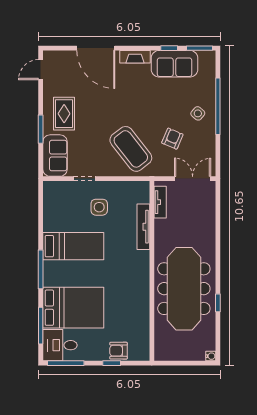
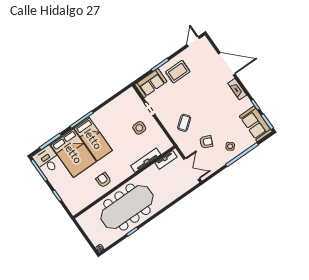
door: (96, 48) -> (227, 64), swing flipped
sofa: (175, 64) -> (256, 124), moved
door: (41, 70) -> (193, 42), hinge flipped
coffee table: (131, 149) -> (184, 123), width x0.54, depth x0.58
bed: (73, 246) -> (93, 139), moved
armchair: (119, 351) -> (103, 180), moved

